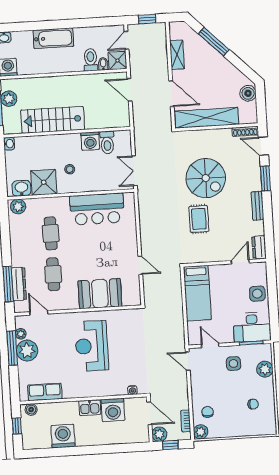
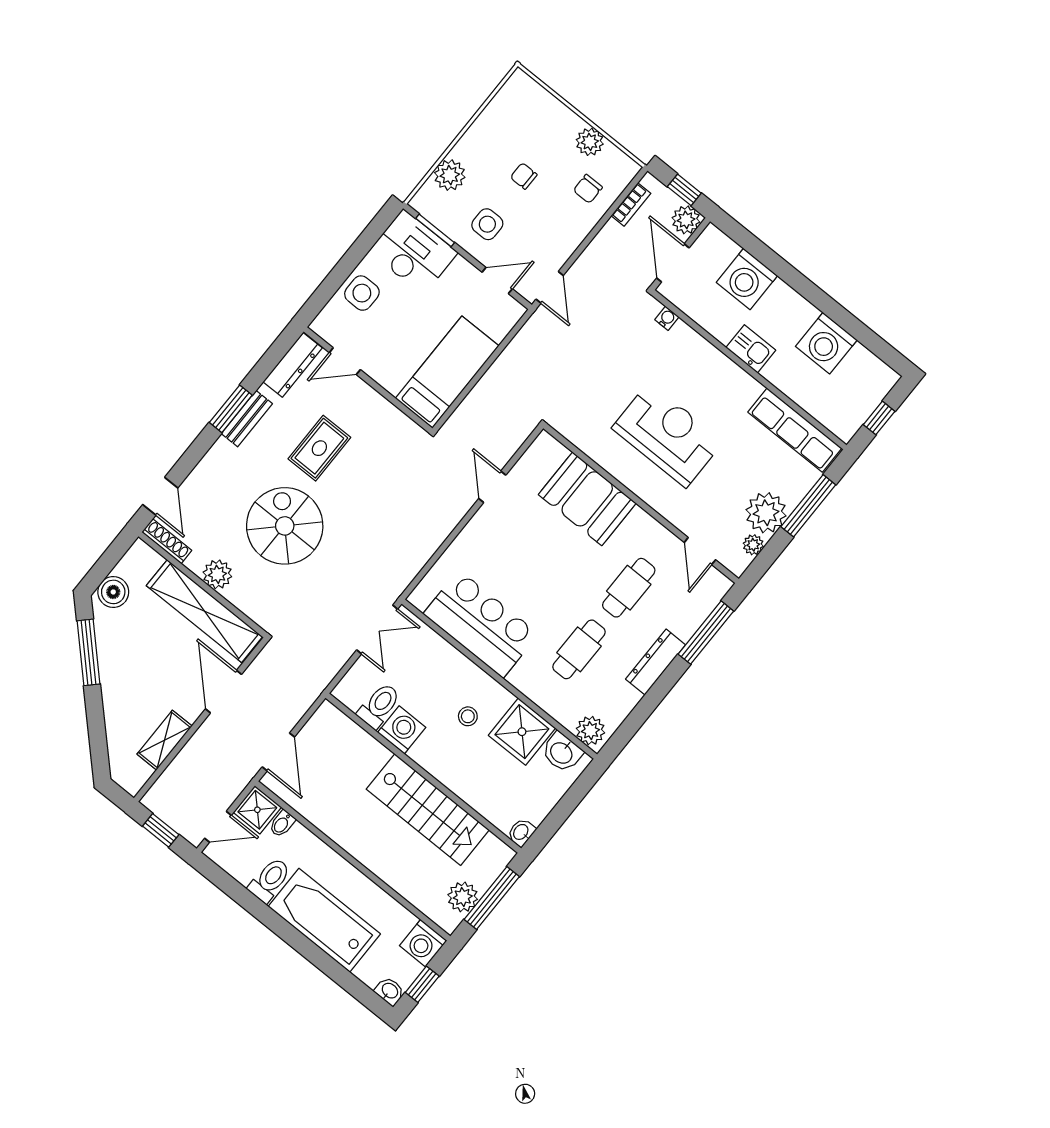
bathtub: (53, 38) -> (324, 920), width x1.36, depth x1.36
window: (214, 42) -> (88, 652), moved
toilet: (91, 60) -> (270, 880), moved, turned 180
plant: (215, 136) -> (217, 574), added
window: (265, 178) -> (231, 409), moved
rug: (199, 219) -> (319, 448), moved
dresser: (259, 247) -> (293, 365), width x1.44
dresser: (19, 284) -> (656, 662), moved
door: (210, 345) -> (497, 281), swing flipped
reception desk: (92, 346) -> (668, 435), turned -90
window: (12, 348) -> (808, 506), moved
row of seats: (45, 392) -> (795, 430), width x1.48
chair: (253, 404) -> (524, 176), moved
boiler: (31, 410) -> (837, 423), removed
washing machine: (113, 410) -> (747, 279), moved, turned 180
plant: (201, 432) -> (590, 142), moved

